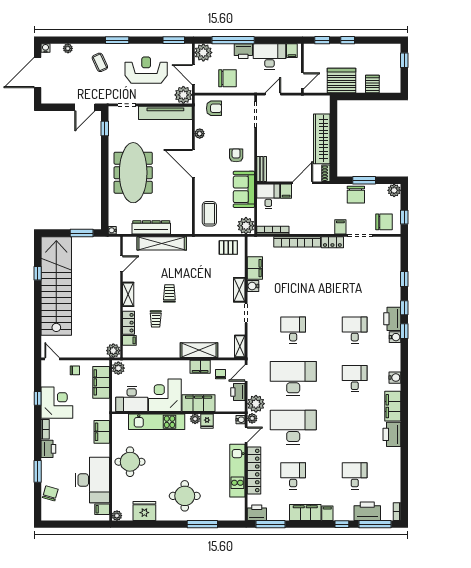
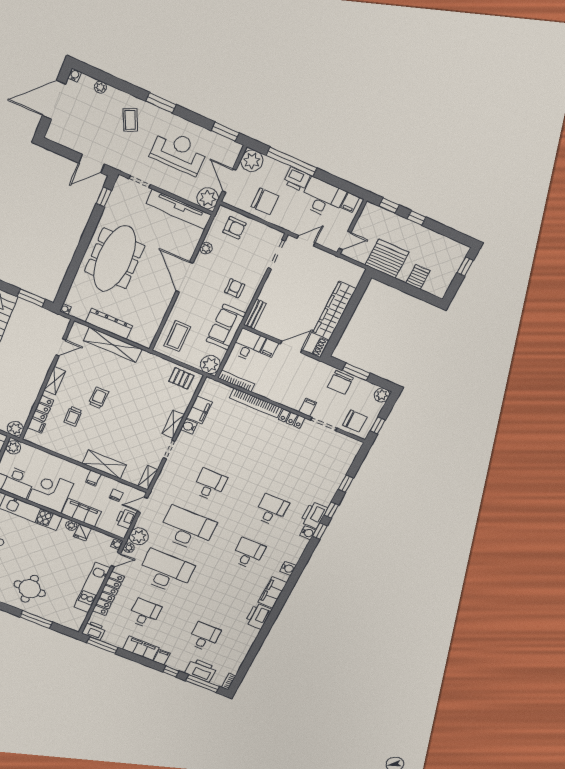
filing cabinet: (200, 367) -> (93, 478), width x0.50

